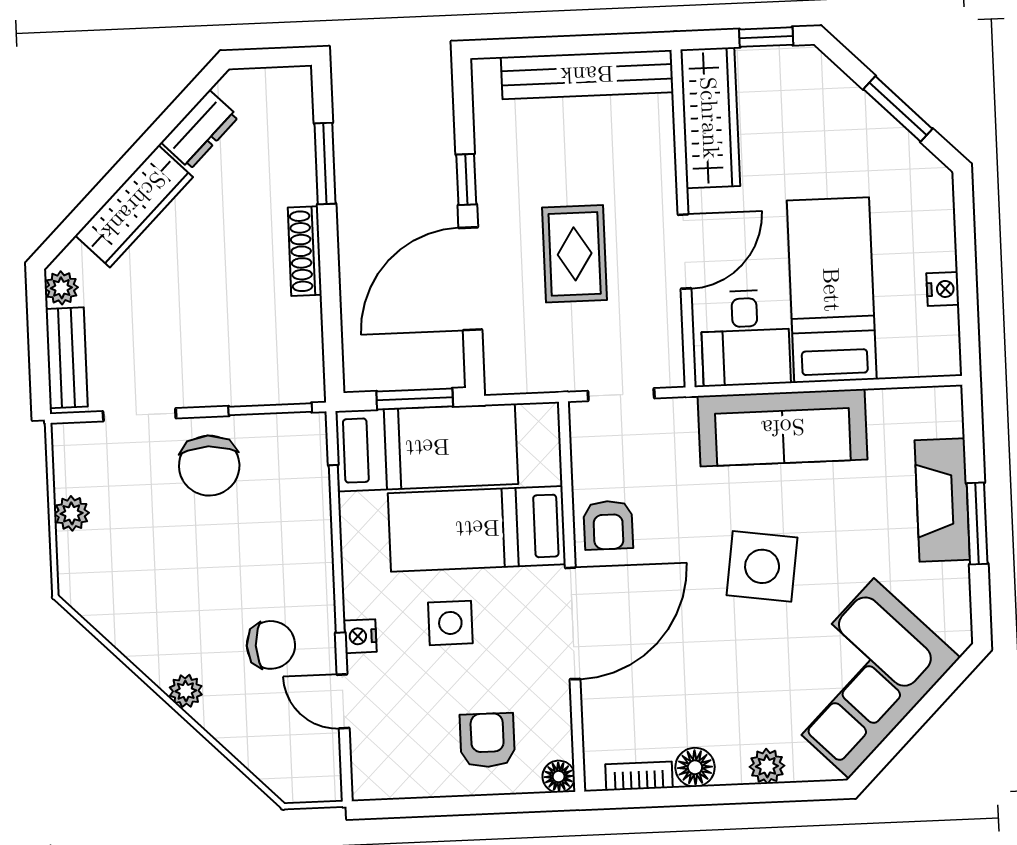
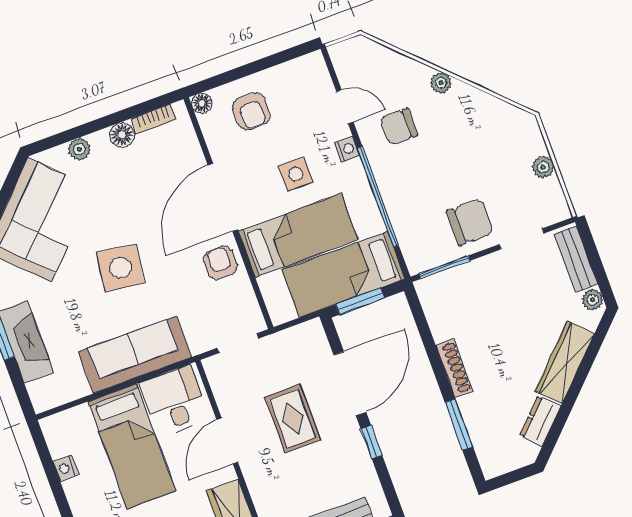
chair: (209, 466) -> (470, 222), turned 90

